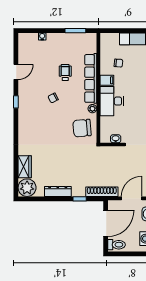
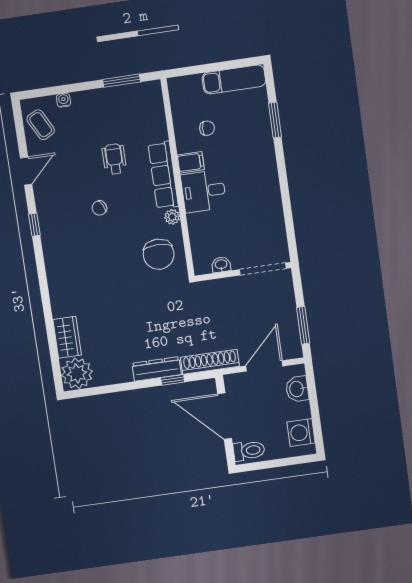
coffee table: (28, 48) -> (41, 125), added
row of seats: (91, 78) -> (163, 175), width x0.73
desk: (112, 101) -> (204, 191), width x0.73
chair: (82, 128) -> (159, 254), turned -85
dresser: (58, 192) -> (157, 369), moved
door: (106, 223) -> (225, 416), swing flipped

